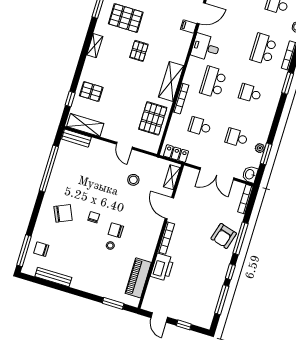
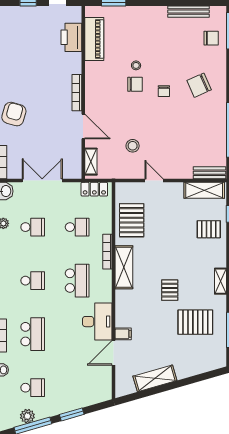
desk: (206, 47) -> (97, 322), width x1.37
printer: (162, 267) -> (71, 37), moved

